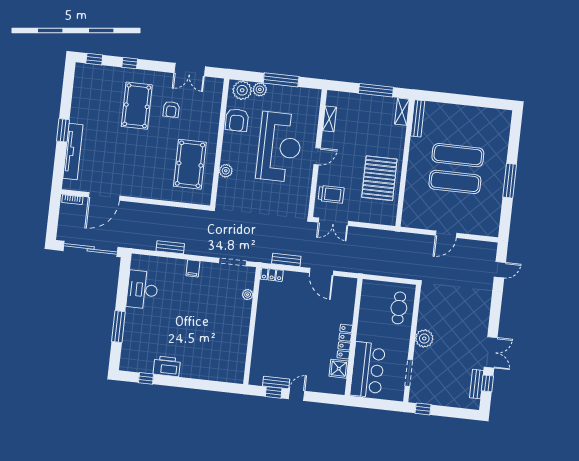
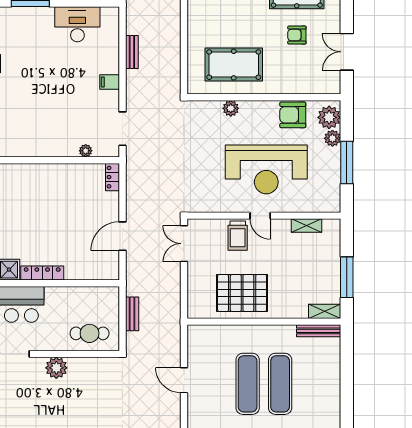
trolley: (331, 194) -> (238, 236), moved
bench: (286, 260) -> (132, 314), moved

